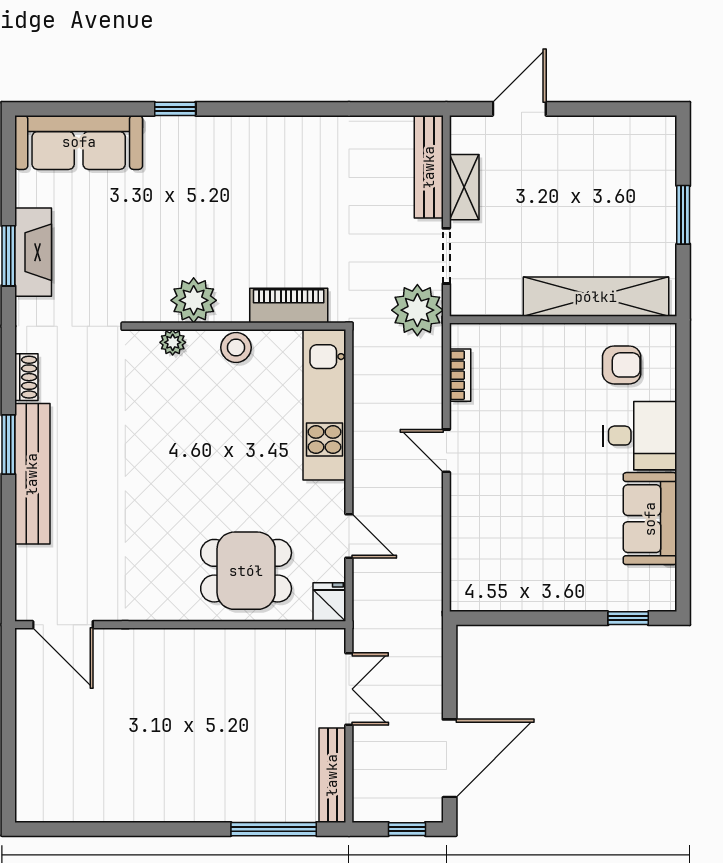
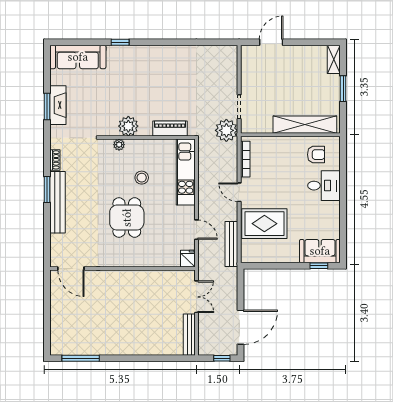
bench: (429, 167) -> (231, 244), moved
shelving: (464, 187) -> (334, 59), moved
stool: (236, 347) -> (142, 178), moved
bookcase: (460, 375) -> (245, 159), width x1.56
sofa: (650, 519) -> (320, 251), moved, turned 90
rug: (504, 522) -> (264, 224), added
dining table: (246, 571) -> (127, 218), moved, turned 90
window: (274, 829) -> (81, 358), moved

